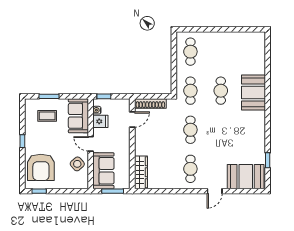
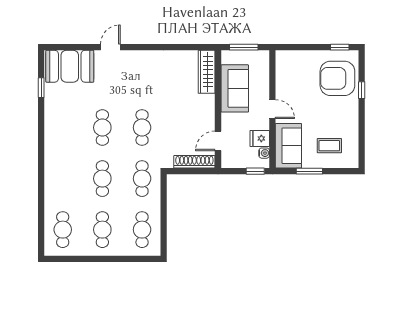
cafe table: (221, 52) -> (102, 230), added
cafe table: (251, 52) -> (63, 230), added
booth: (253, 92) -> (60, 176), removed
window: (49, 96) -> (309, 171), moved
window: (22, 141) -> (362, 90), moved
side table: (77, 164) -> (290, 83), removed
armchair: (41, 167) -> (337, 78), turned -90
cafe table: (190, 169) -> (102, 128), moved
sofa: (103, 171) -> (235, 88), moved, turned 180

